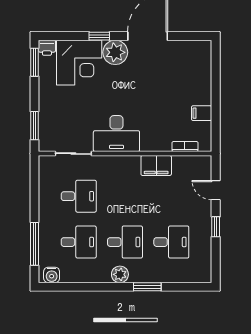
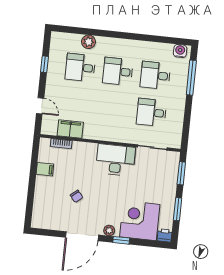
plant: (115, 52) -> (109, 230), width x0.53, depth x0.53
window: (34, 62) -> (178, 209), moved
chair: (159, 84) -> (77, 196), added
filing cabinet: (156, 165) -> (70, 129), moved
window: (216, 227) -> (44, 64), moved
plant: (120, 274) -> (88, 42), moved
window: (147, 287) -> (104, 33), removed

